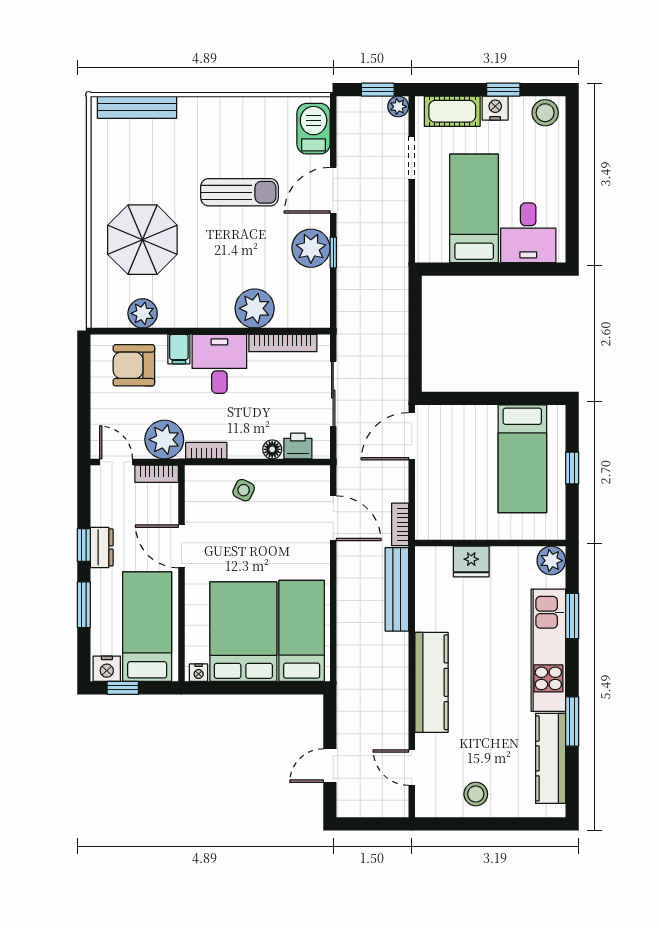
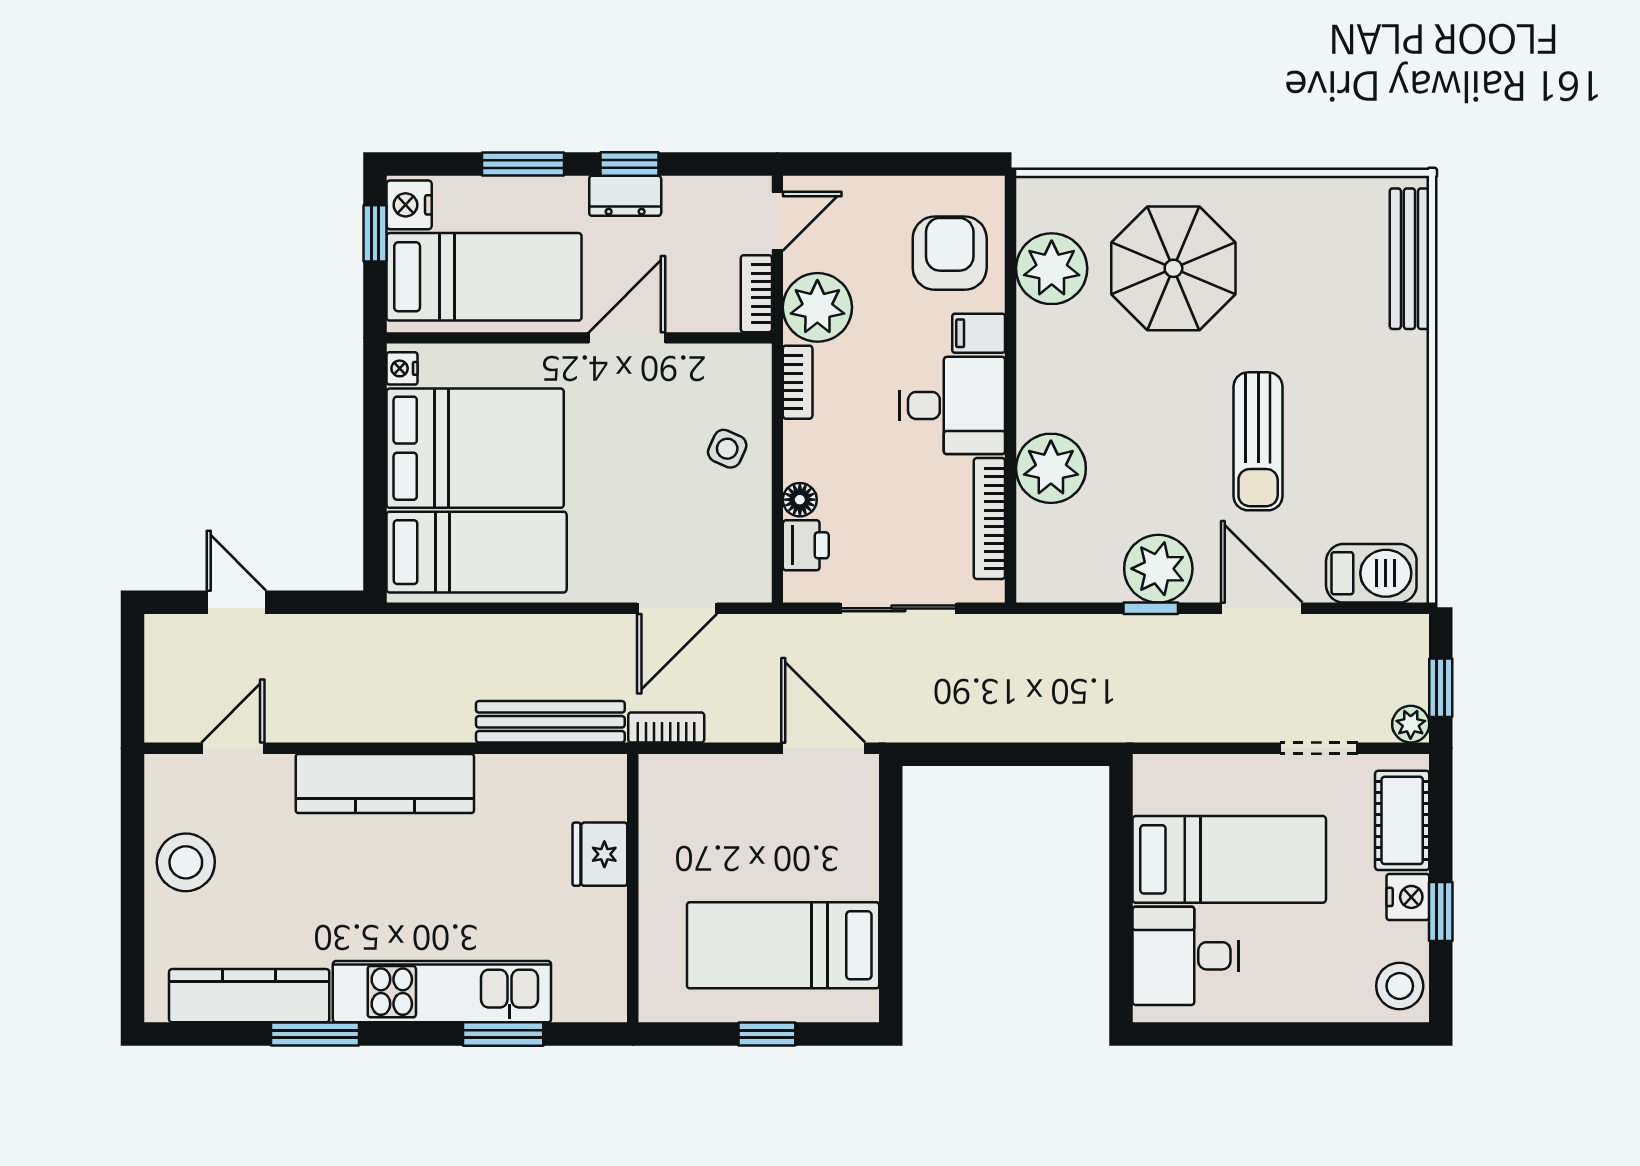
plant: (143, 313) -> (1052, 269), width x1.36, depth x1.36
plant: (551, 561) -> (602, 997), removed
stool: (476, 794) -> (186, 862), width x1.38, depth x1.38

